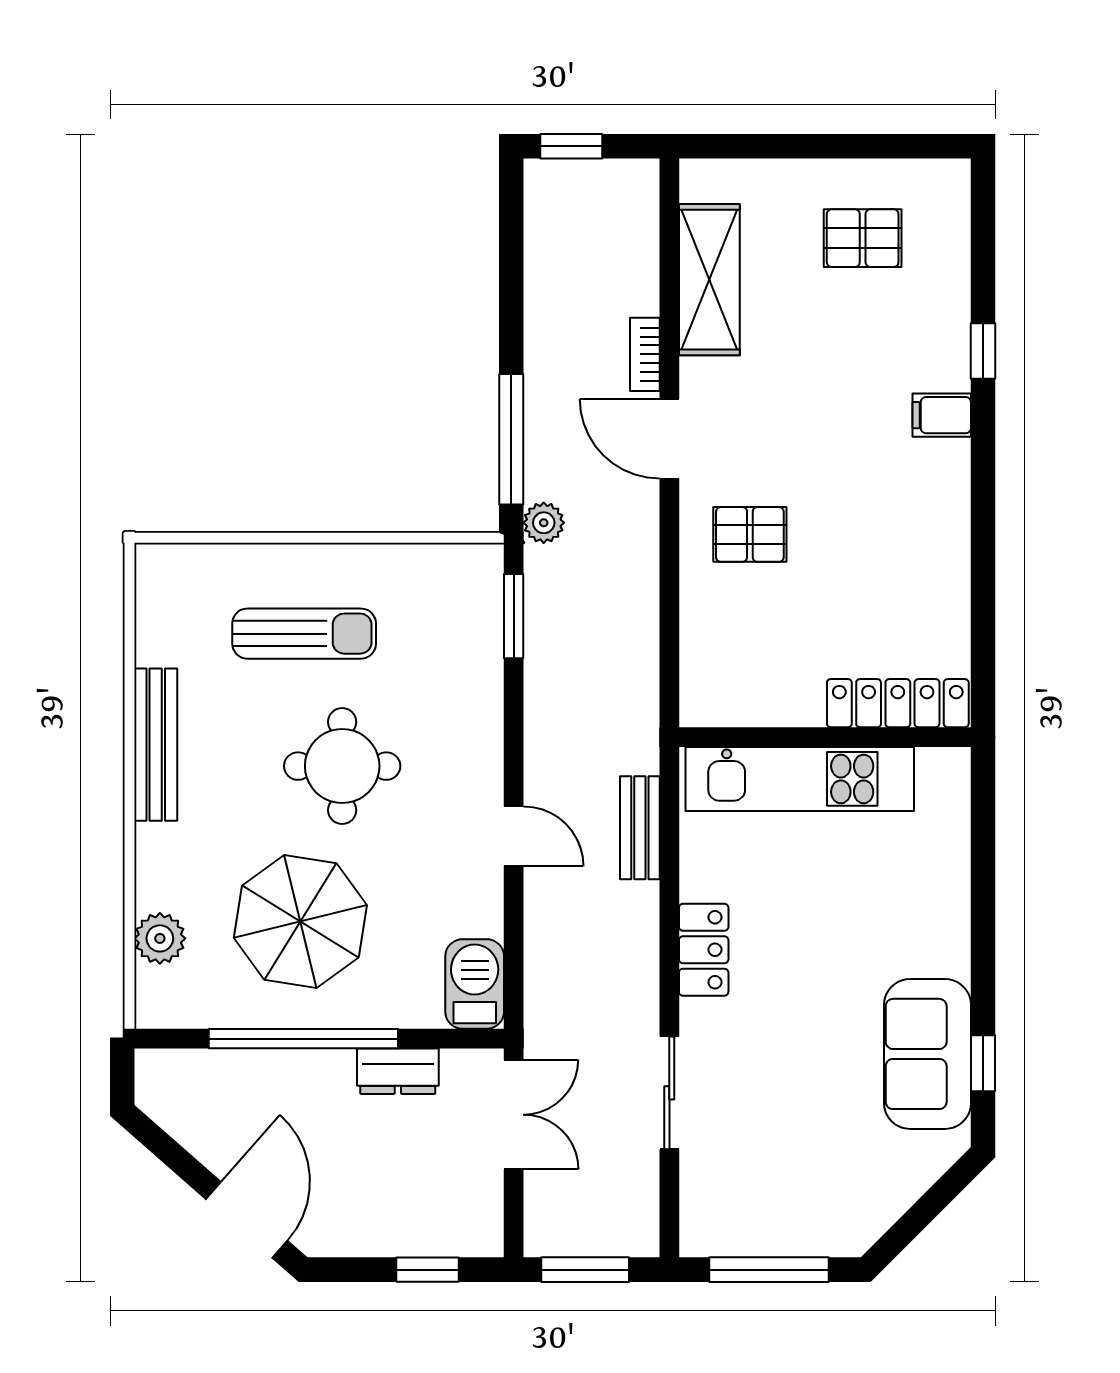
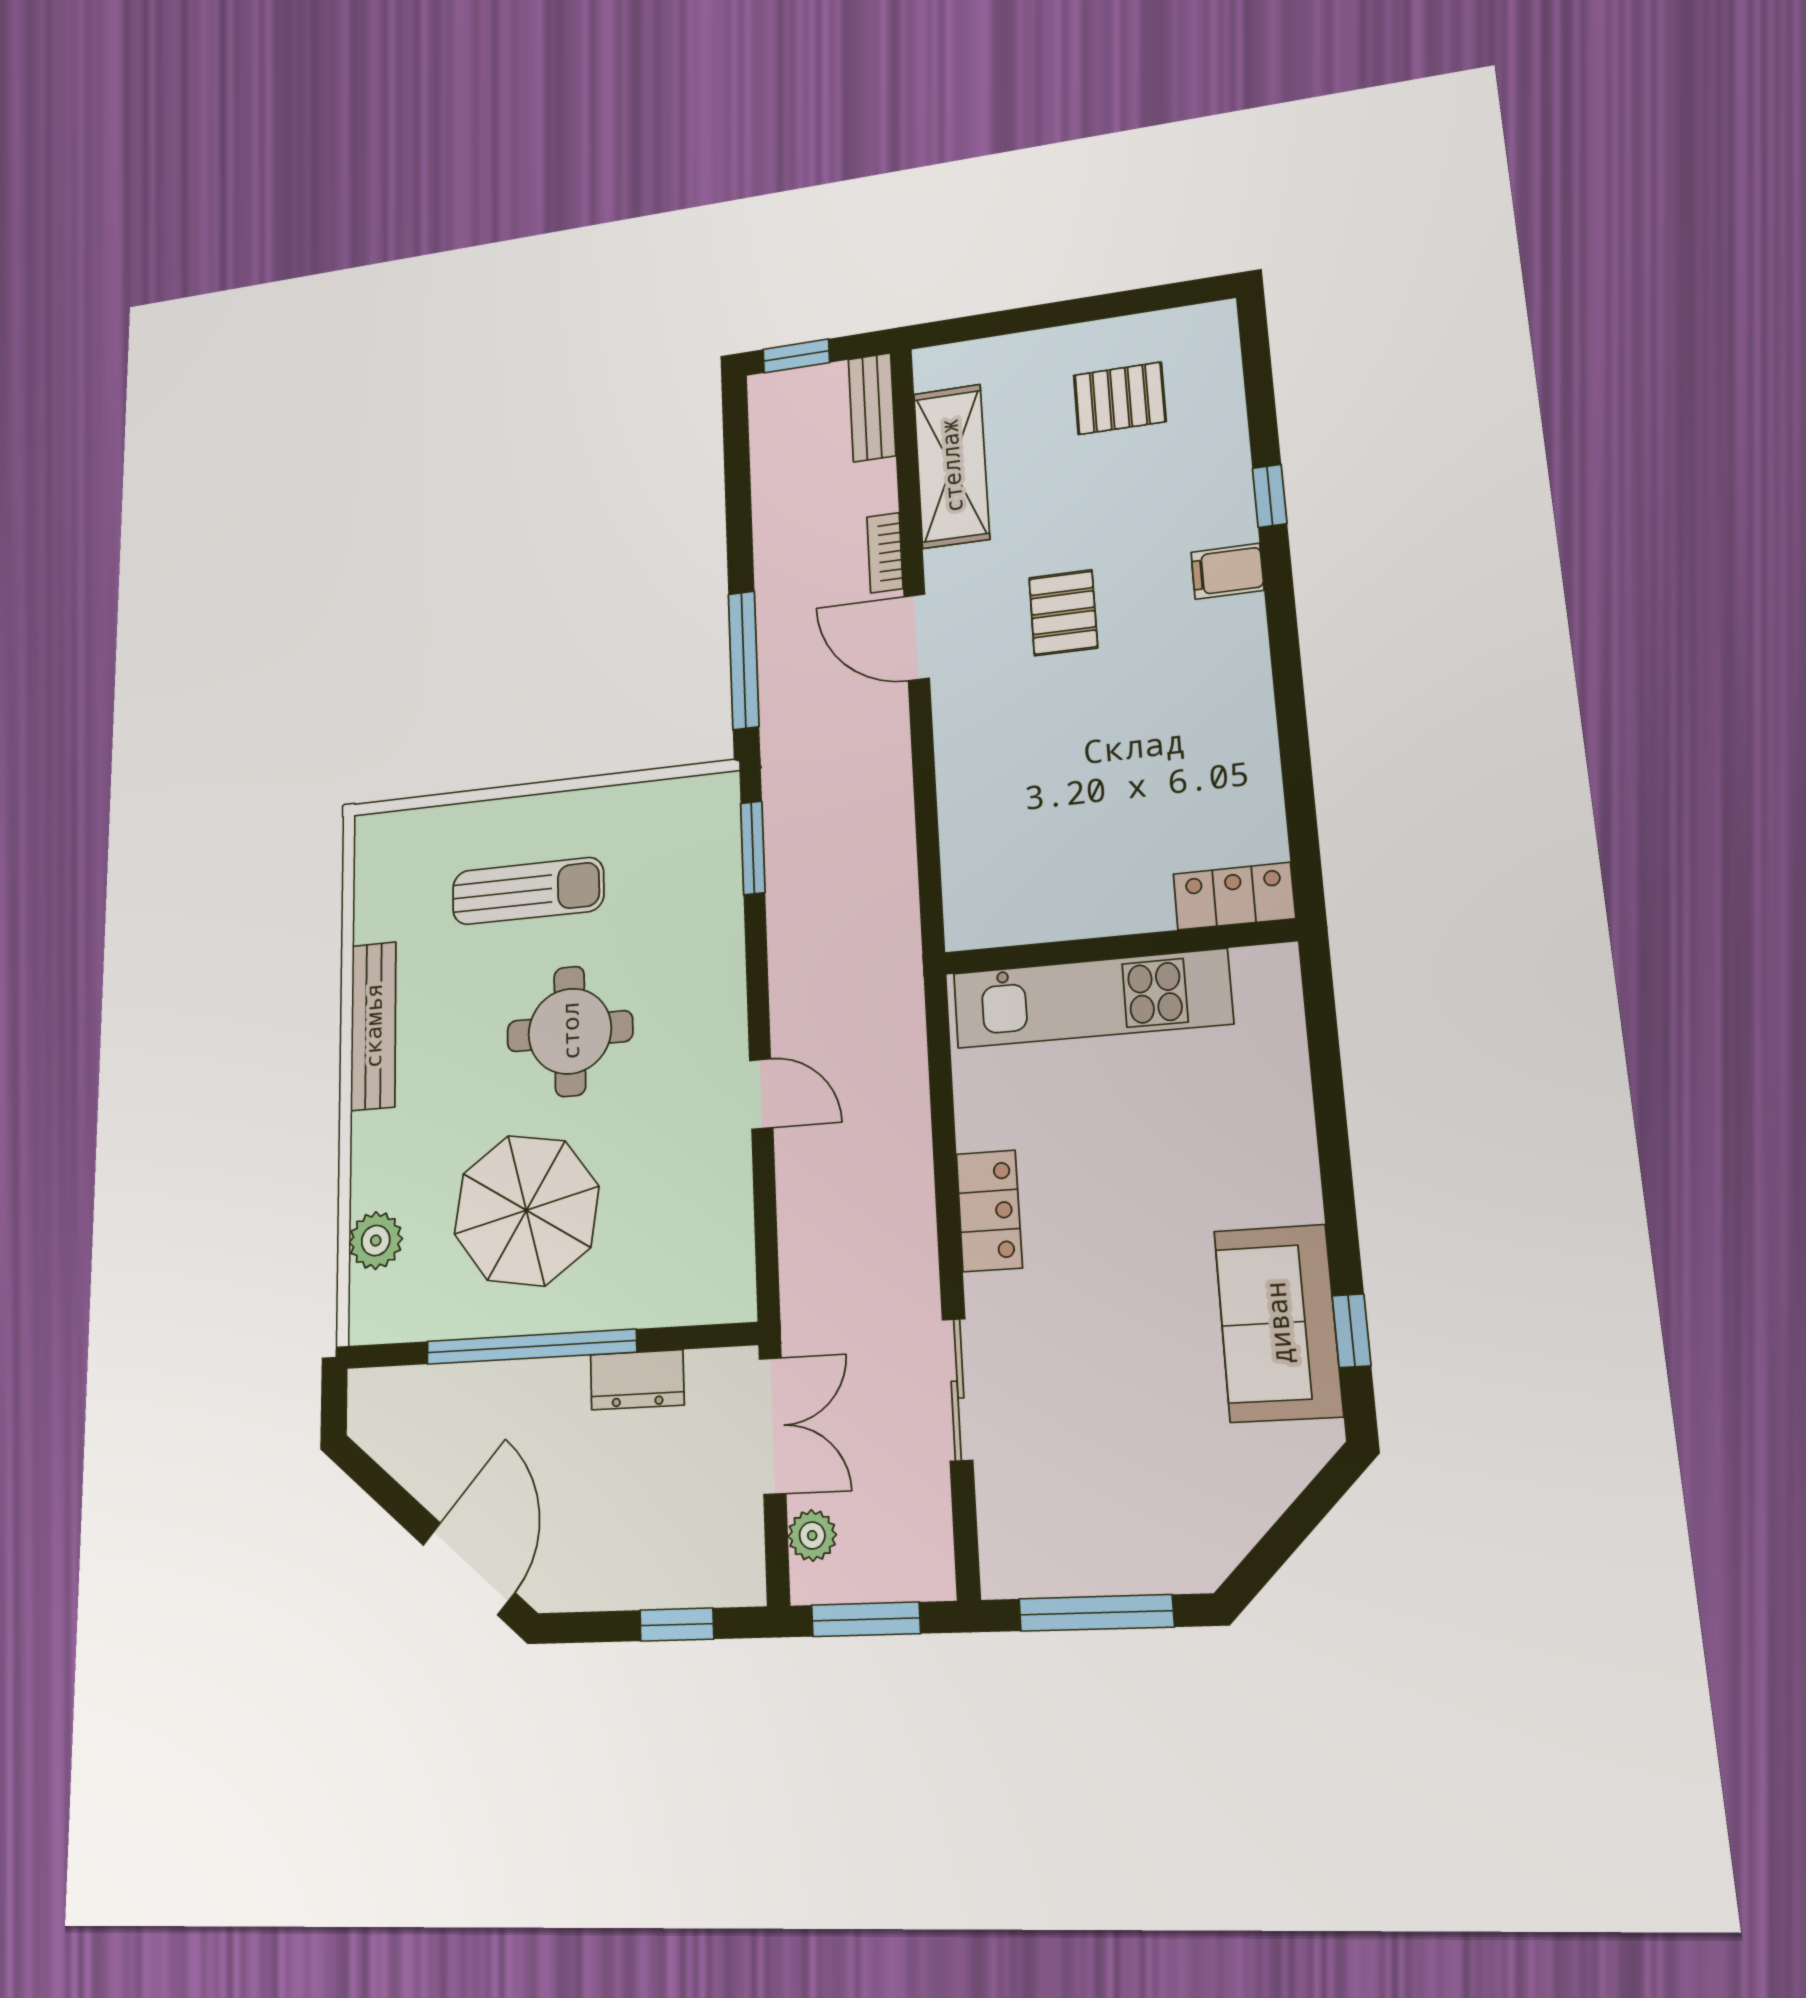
plant: (544, 523) -> (812, 1535), moved
pallet: (750, 534) -> (1063, 613), moved, turned 90
locker: (898, 703) -> (1234, 896), width x0.66
bench: (640, 828) -> (872, 407), moved
barbecue: (475, 984) -> (722, 1270), removed

